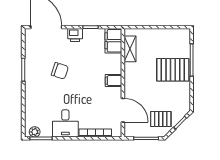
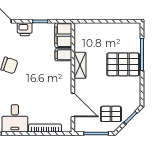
shelving: (130, 49) -> (80, 65), moved
filing cabinet: (113, 81) -> (63, 55), moved

